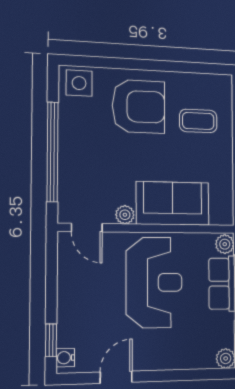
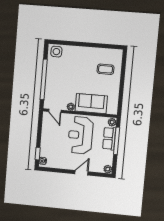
armchair: (139, 106) -> (80, 62), removed
reception desk: (154, 282) -> (80, 135), turned 180
door: (116, 377) -> (81, 173), moved

